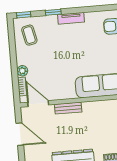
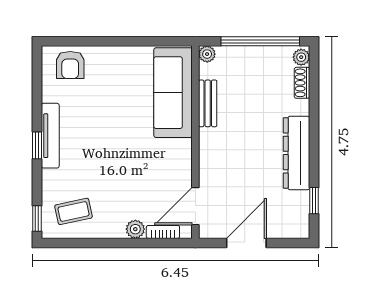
window: (53, 12) -> (37, 145), moved
tv unit: (71, 18) -> (50, 136), width x1.41
bench: (68, 108) -> (208, 103), moved

